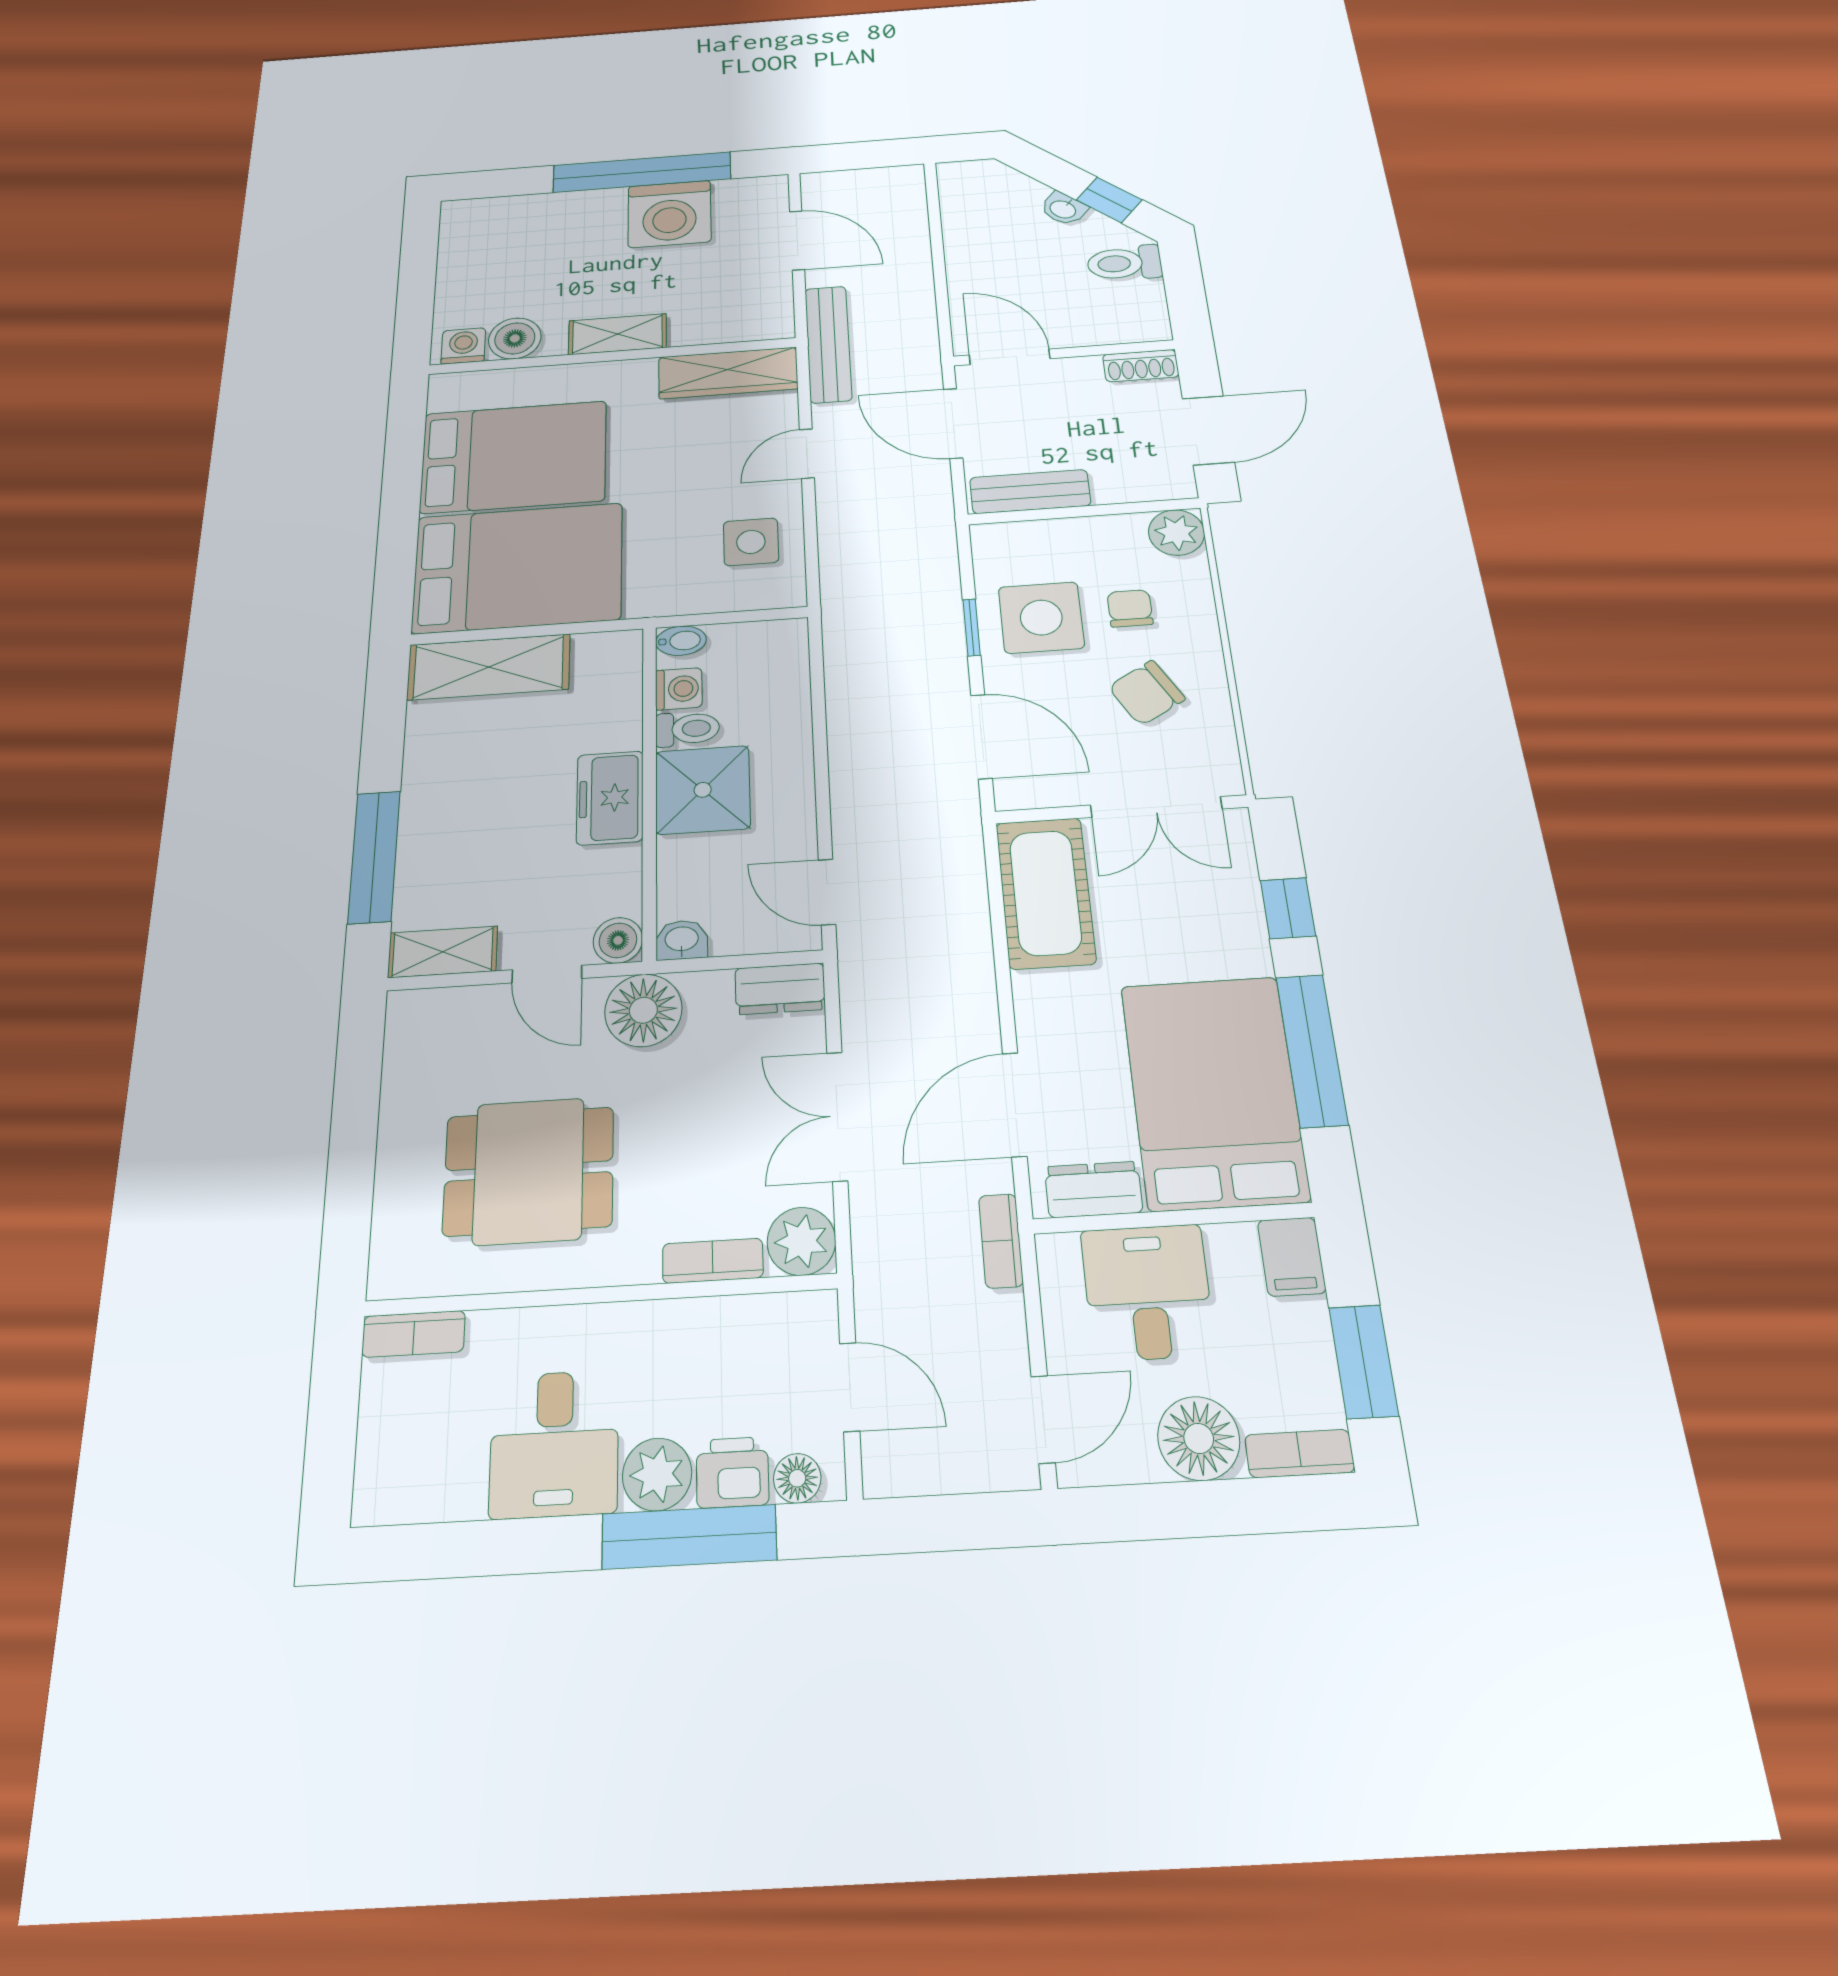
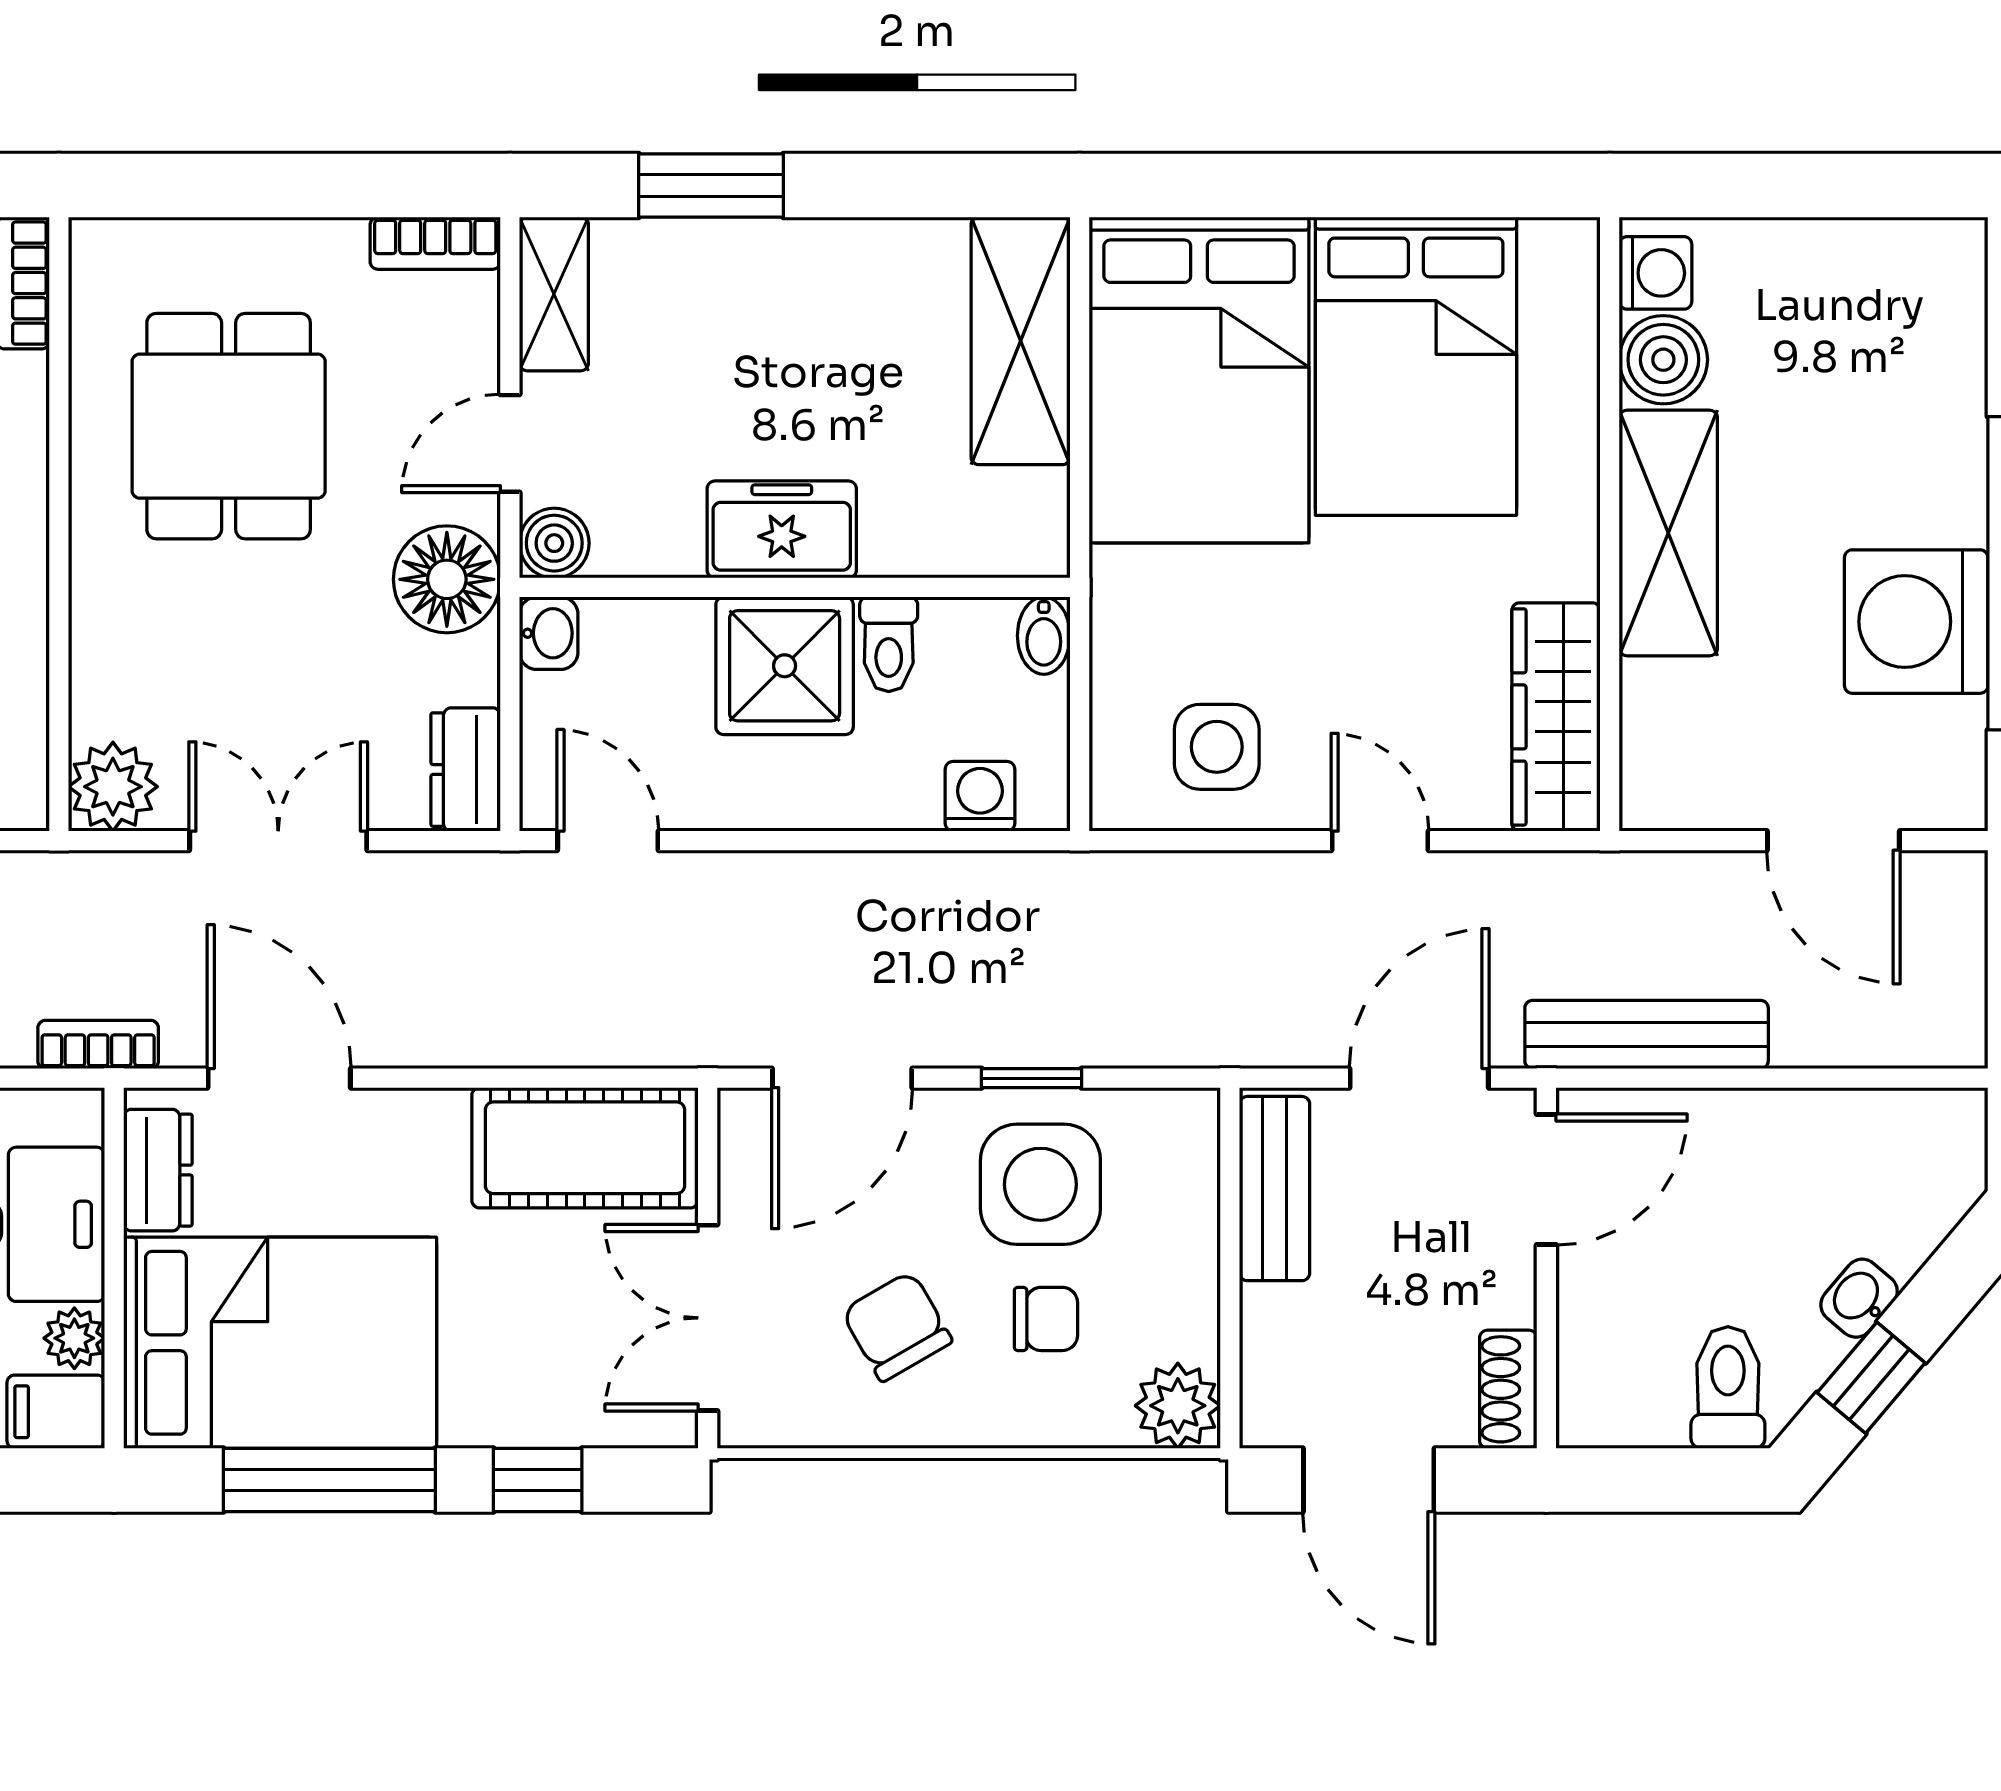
door: (797, 240) -> (1833, 841), hinge flipped
shelving: (617, 334) -> (1668, 533), width x1.50, depth x1.33
bench: (828, 344) -> (1647, 1034), moved
washing machine: (679, 689) -> (980, 796), moved, turned 180
window: (374, 857) -> (711, 186), width x0.69
door: (827, 892) -> (608, 841), hinge flipped
plant: (1232, 1246) -> (74, 1338), added
bookcase: (713, 1261) -> (435, 243), moved, turned 90

